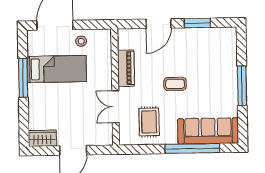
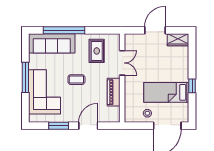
corner sofa: (216, 67) -> (45, 92), added
window: (23, 78) -> (192, 86), width x0.46

